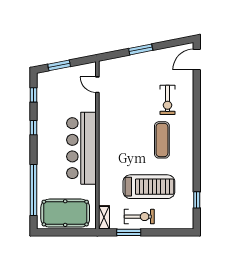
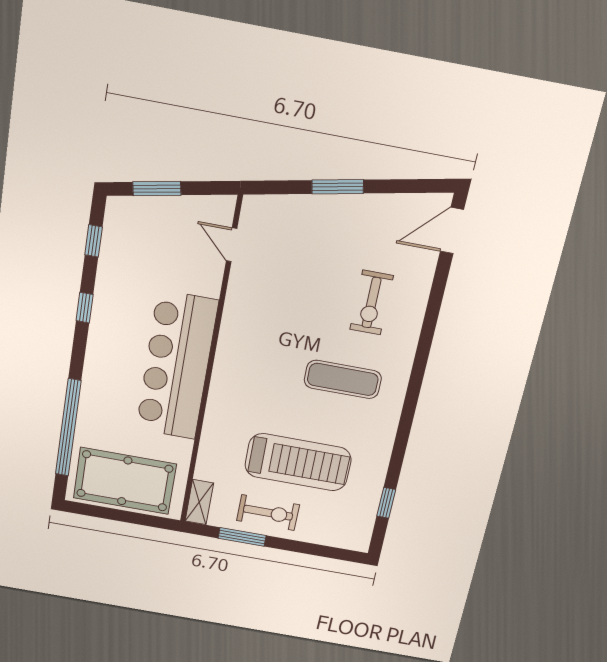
exercise mat: (162, 140) -> (343, 379), turned 90

